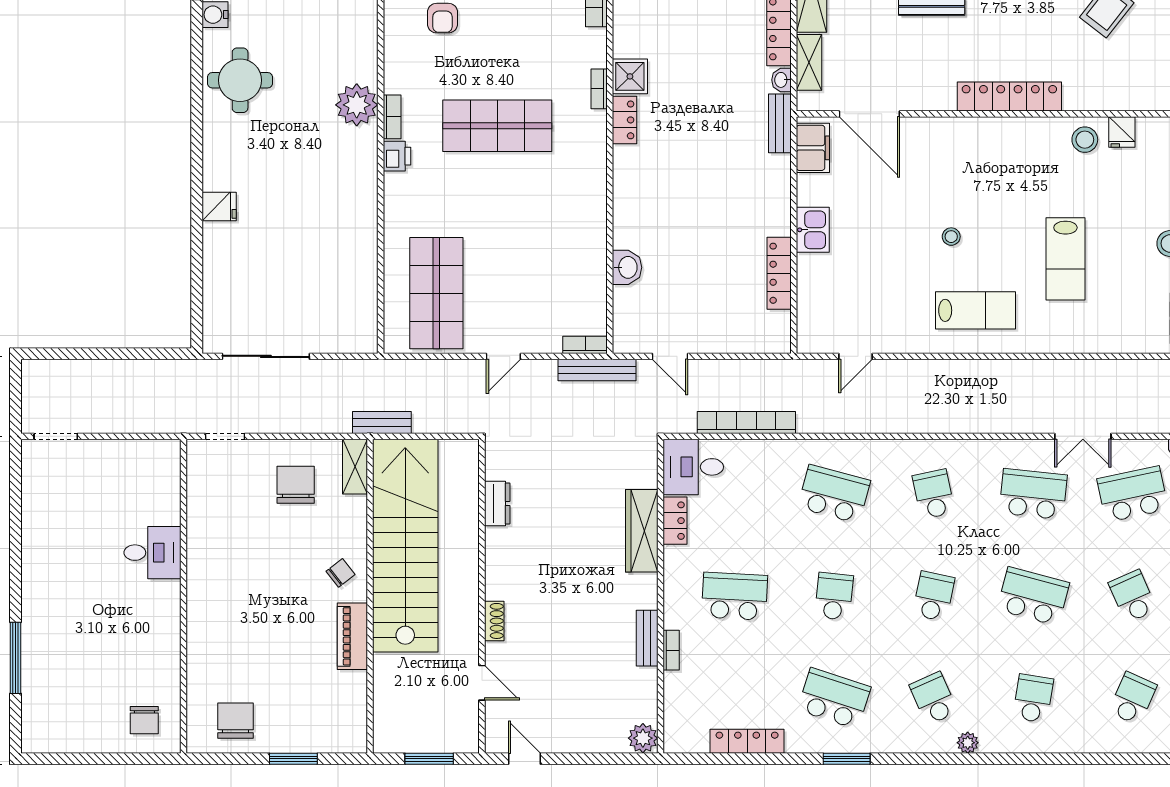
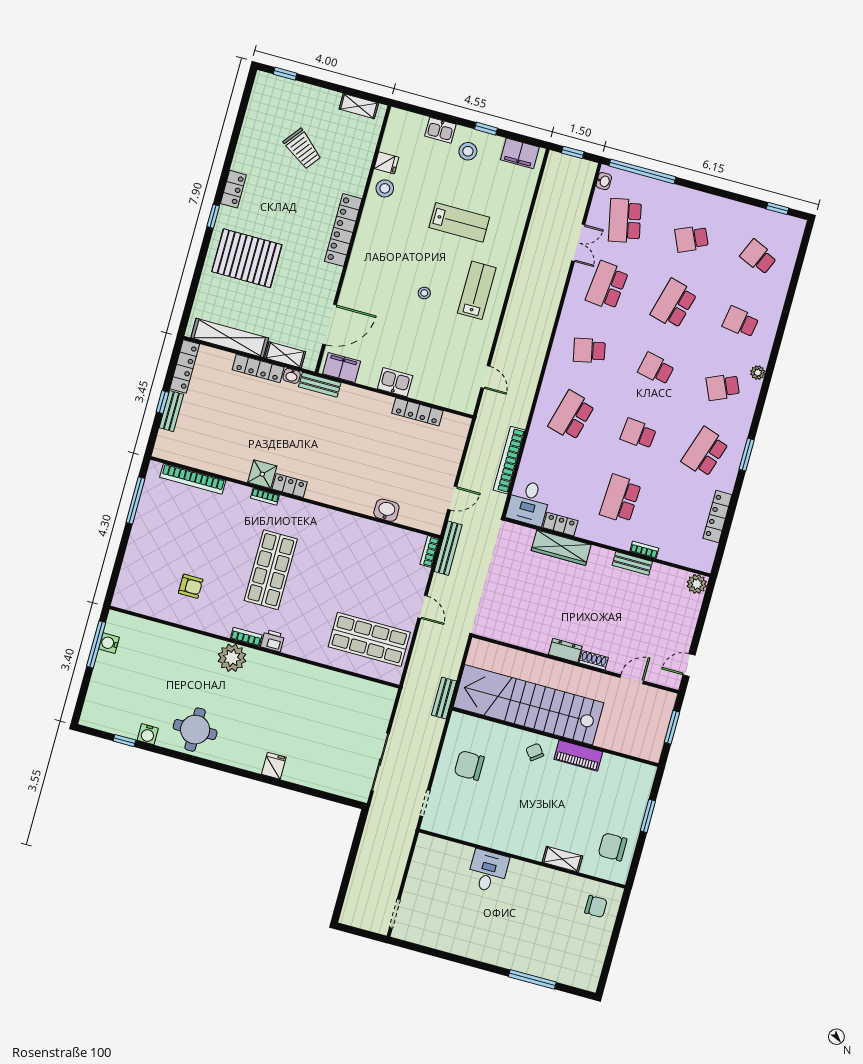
shelving: (355, 467) -> (562, 859), moved
dresser: (497, 503) -> (565, 650), moved

